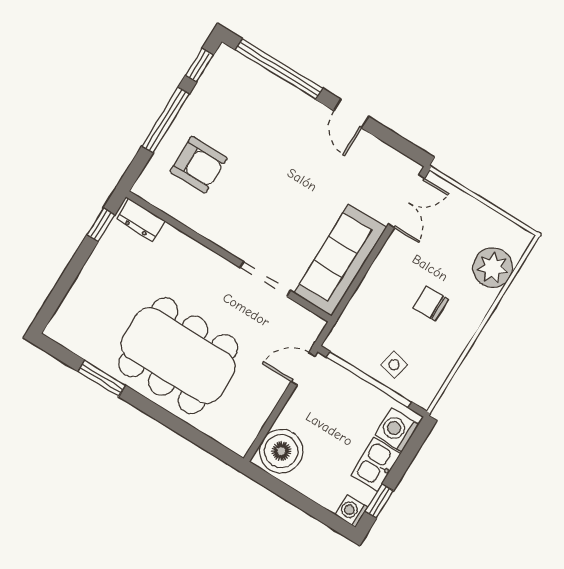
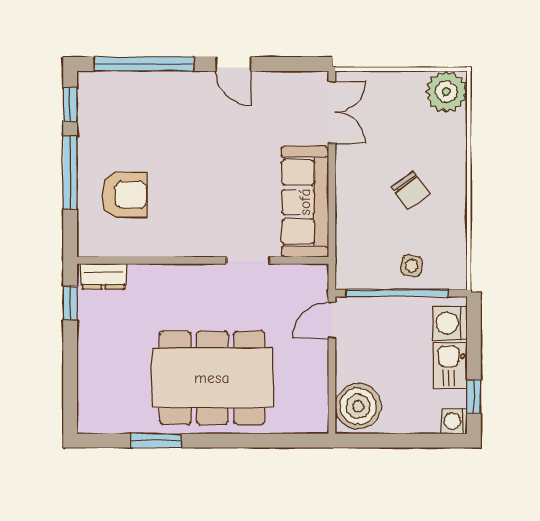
plant: (493, 268) -> (446, 92), moved
doorway: (265, 279) -> (248, 260), width x0.73
chair: (431, 304) -> (411, 190), turned -126

